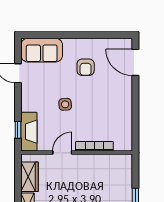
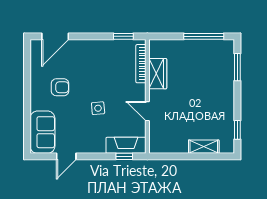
window: (135, 129) -> (123, 36), added
bookcase: (94, 146) -> (141, 64), moved
wardrobe: (30, 177) -> (158, 74), moved, turned 90

